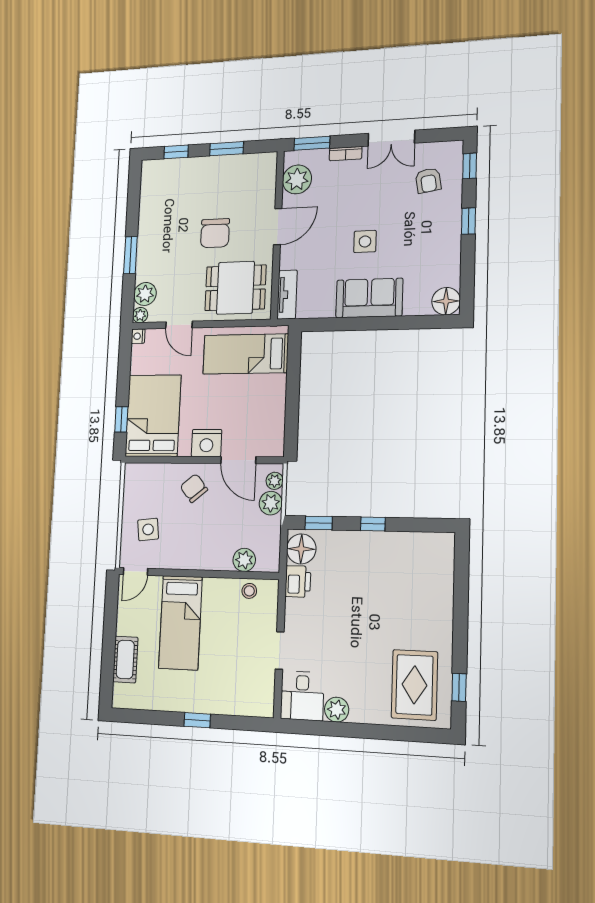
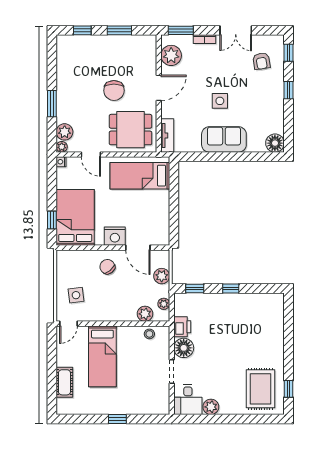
plant: (275, 481) -> (164, 304), moved
floor lamp: (301, 549) -> (184, 348), moved

